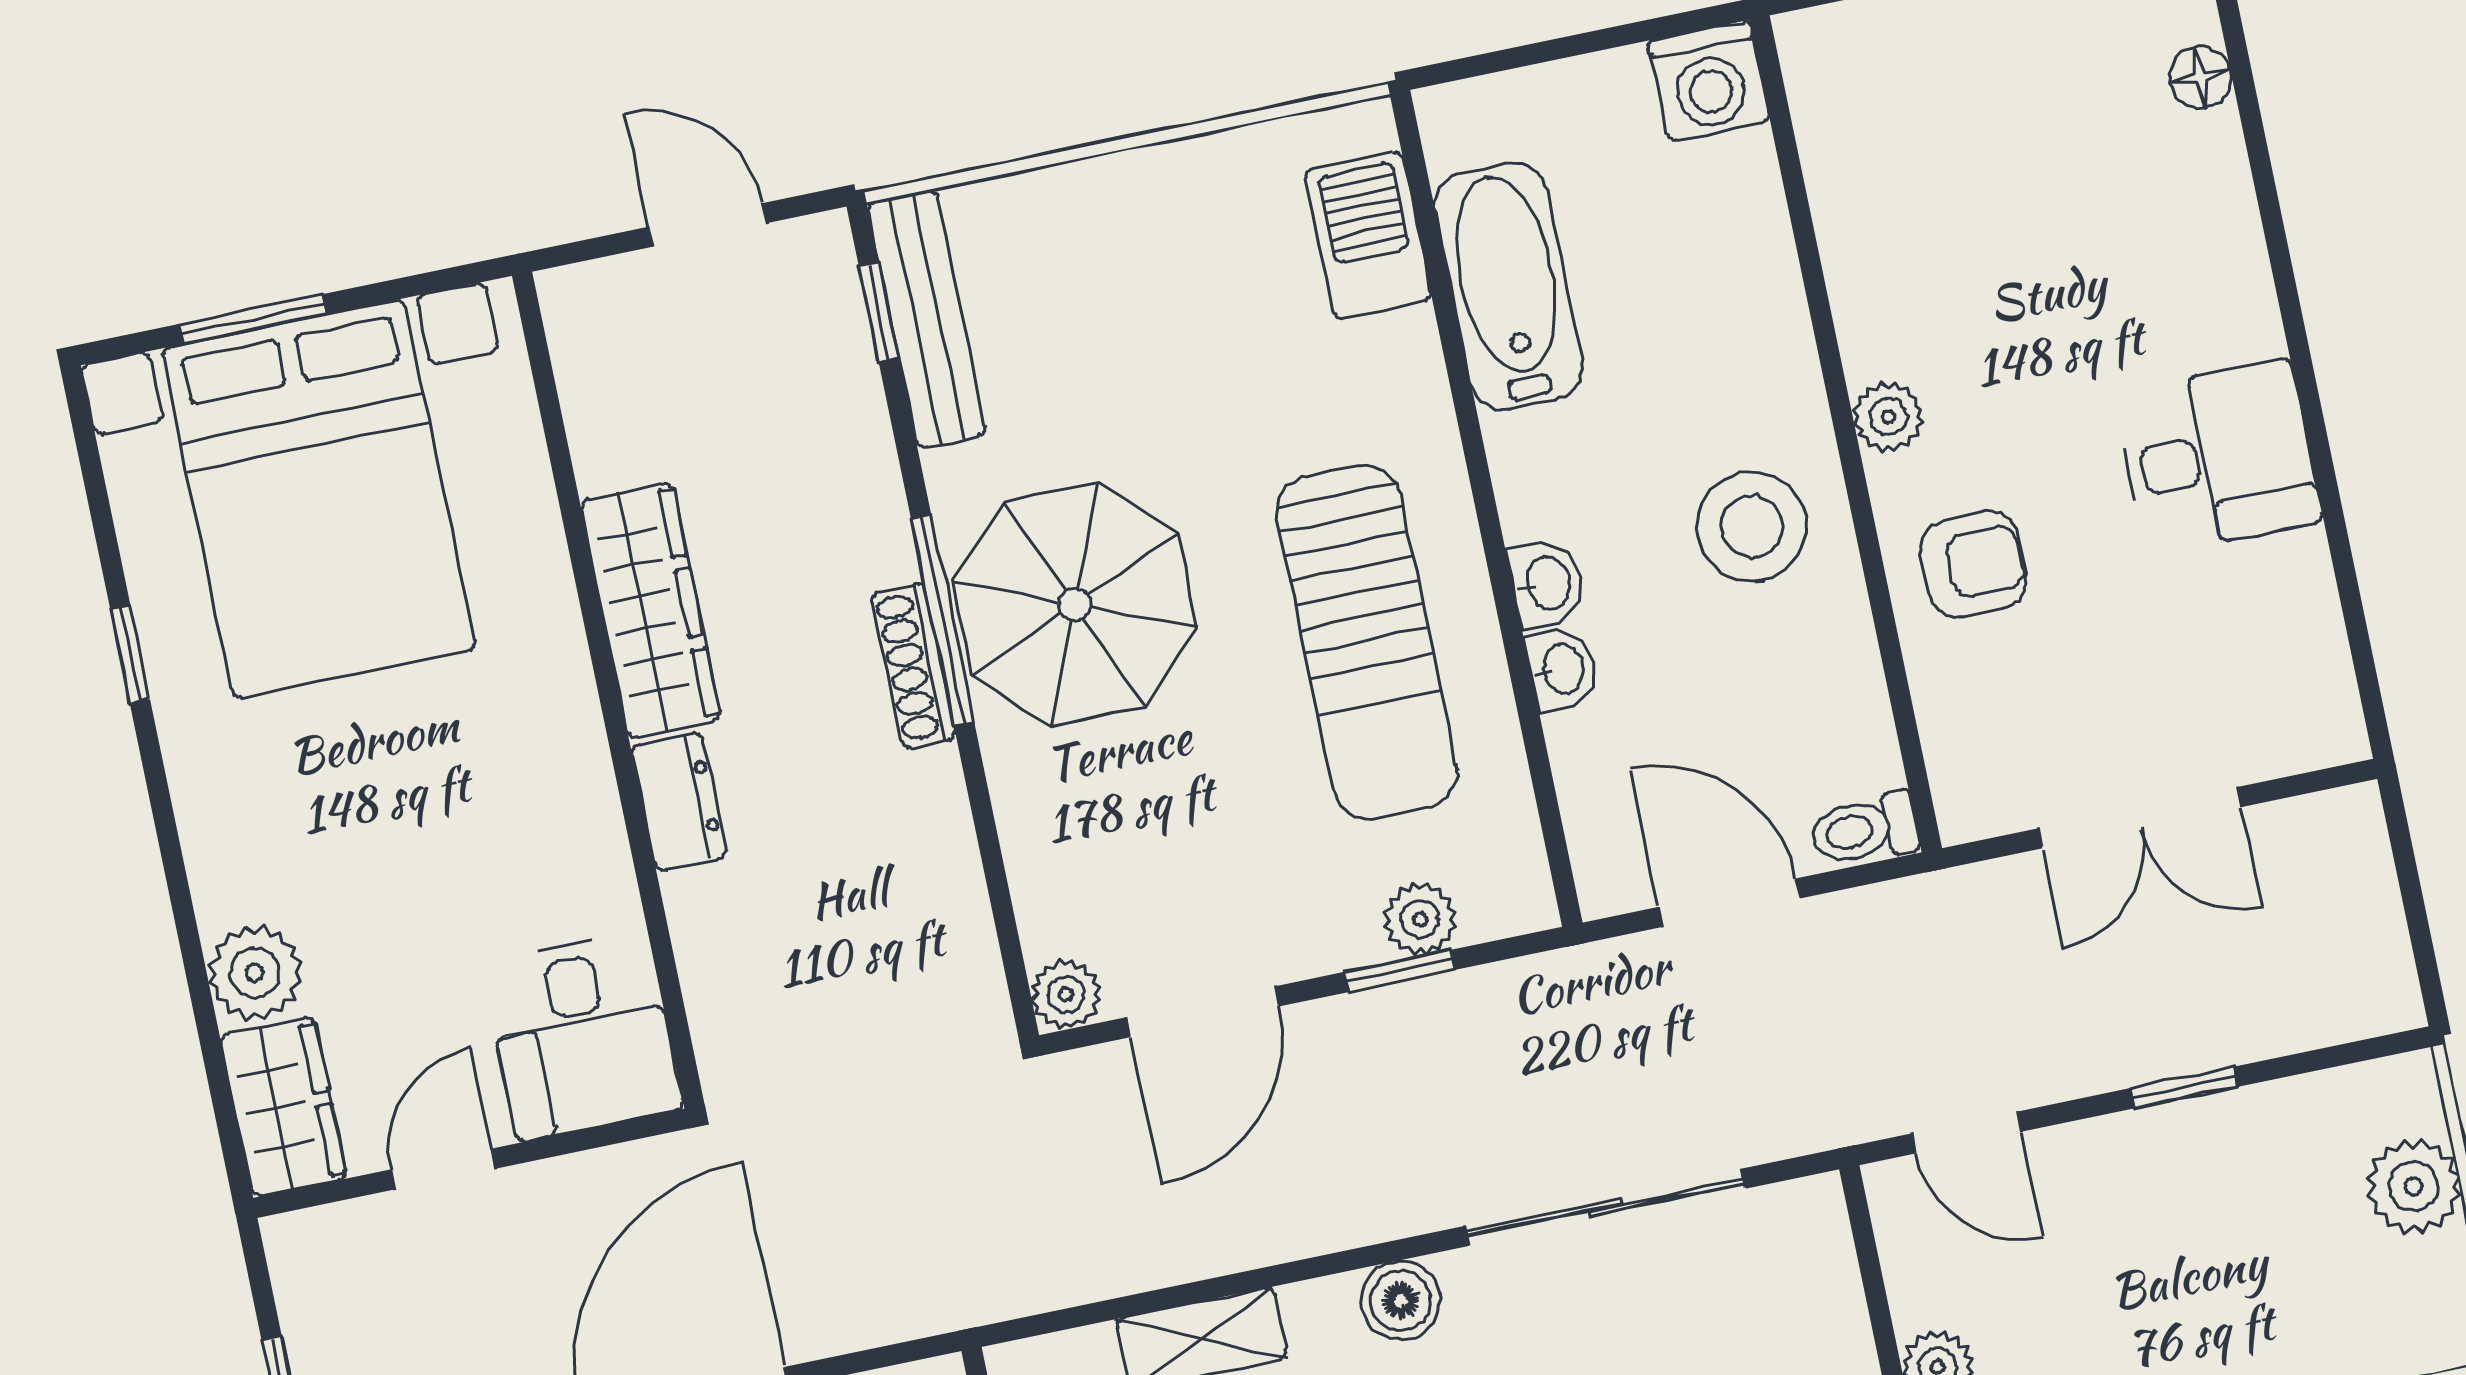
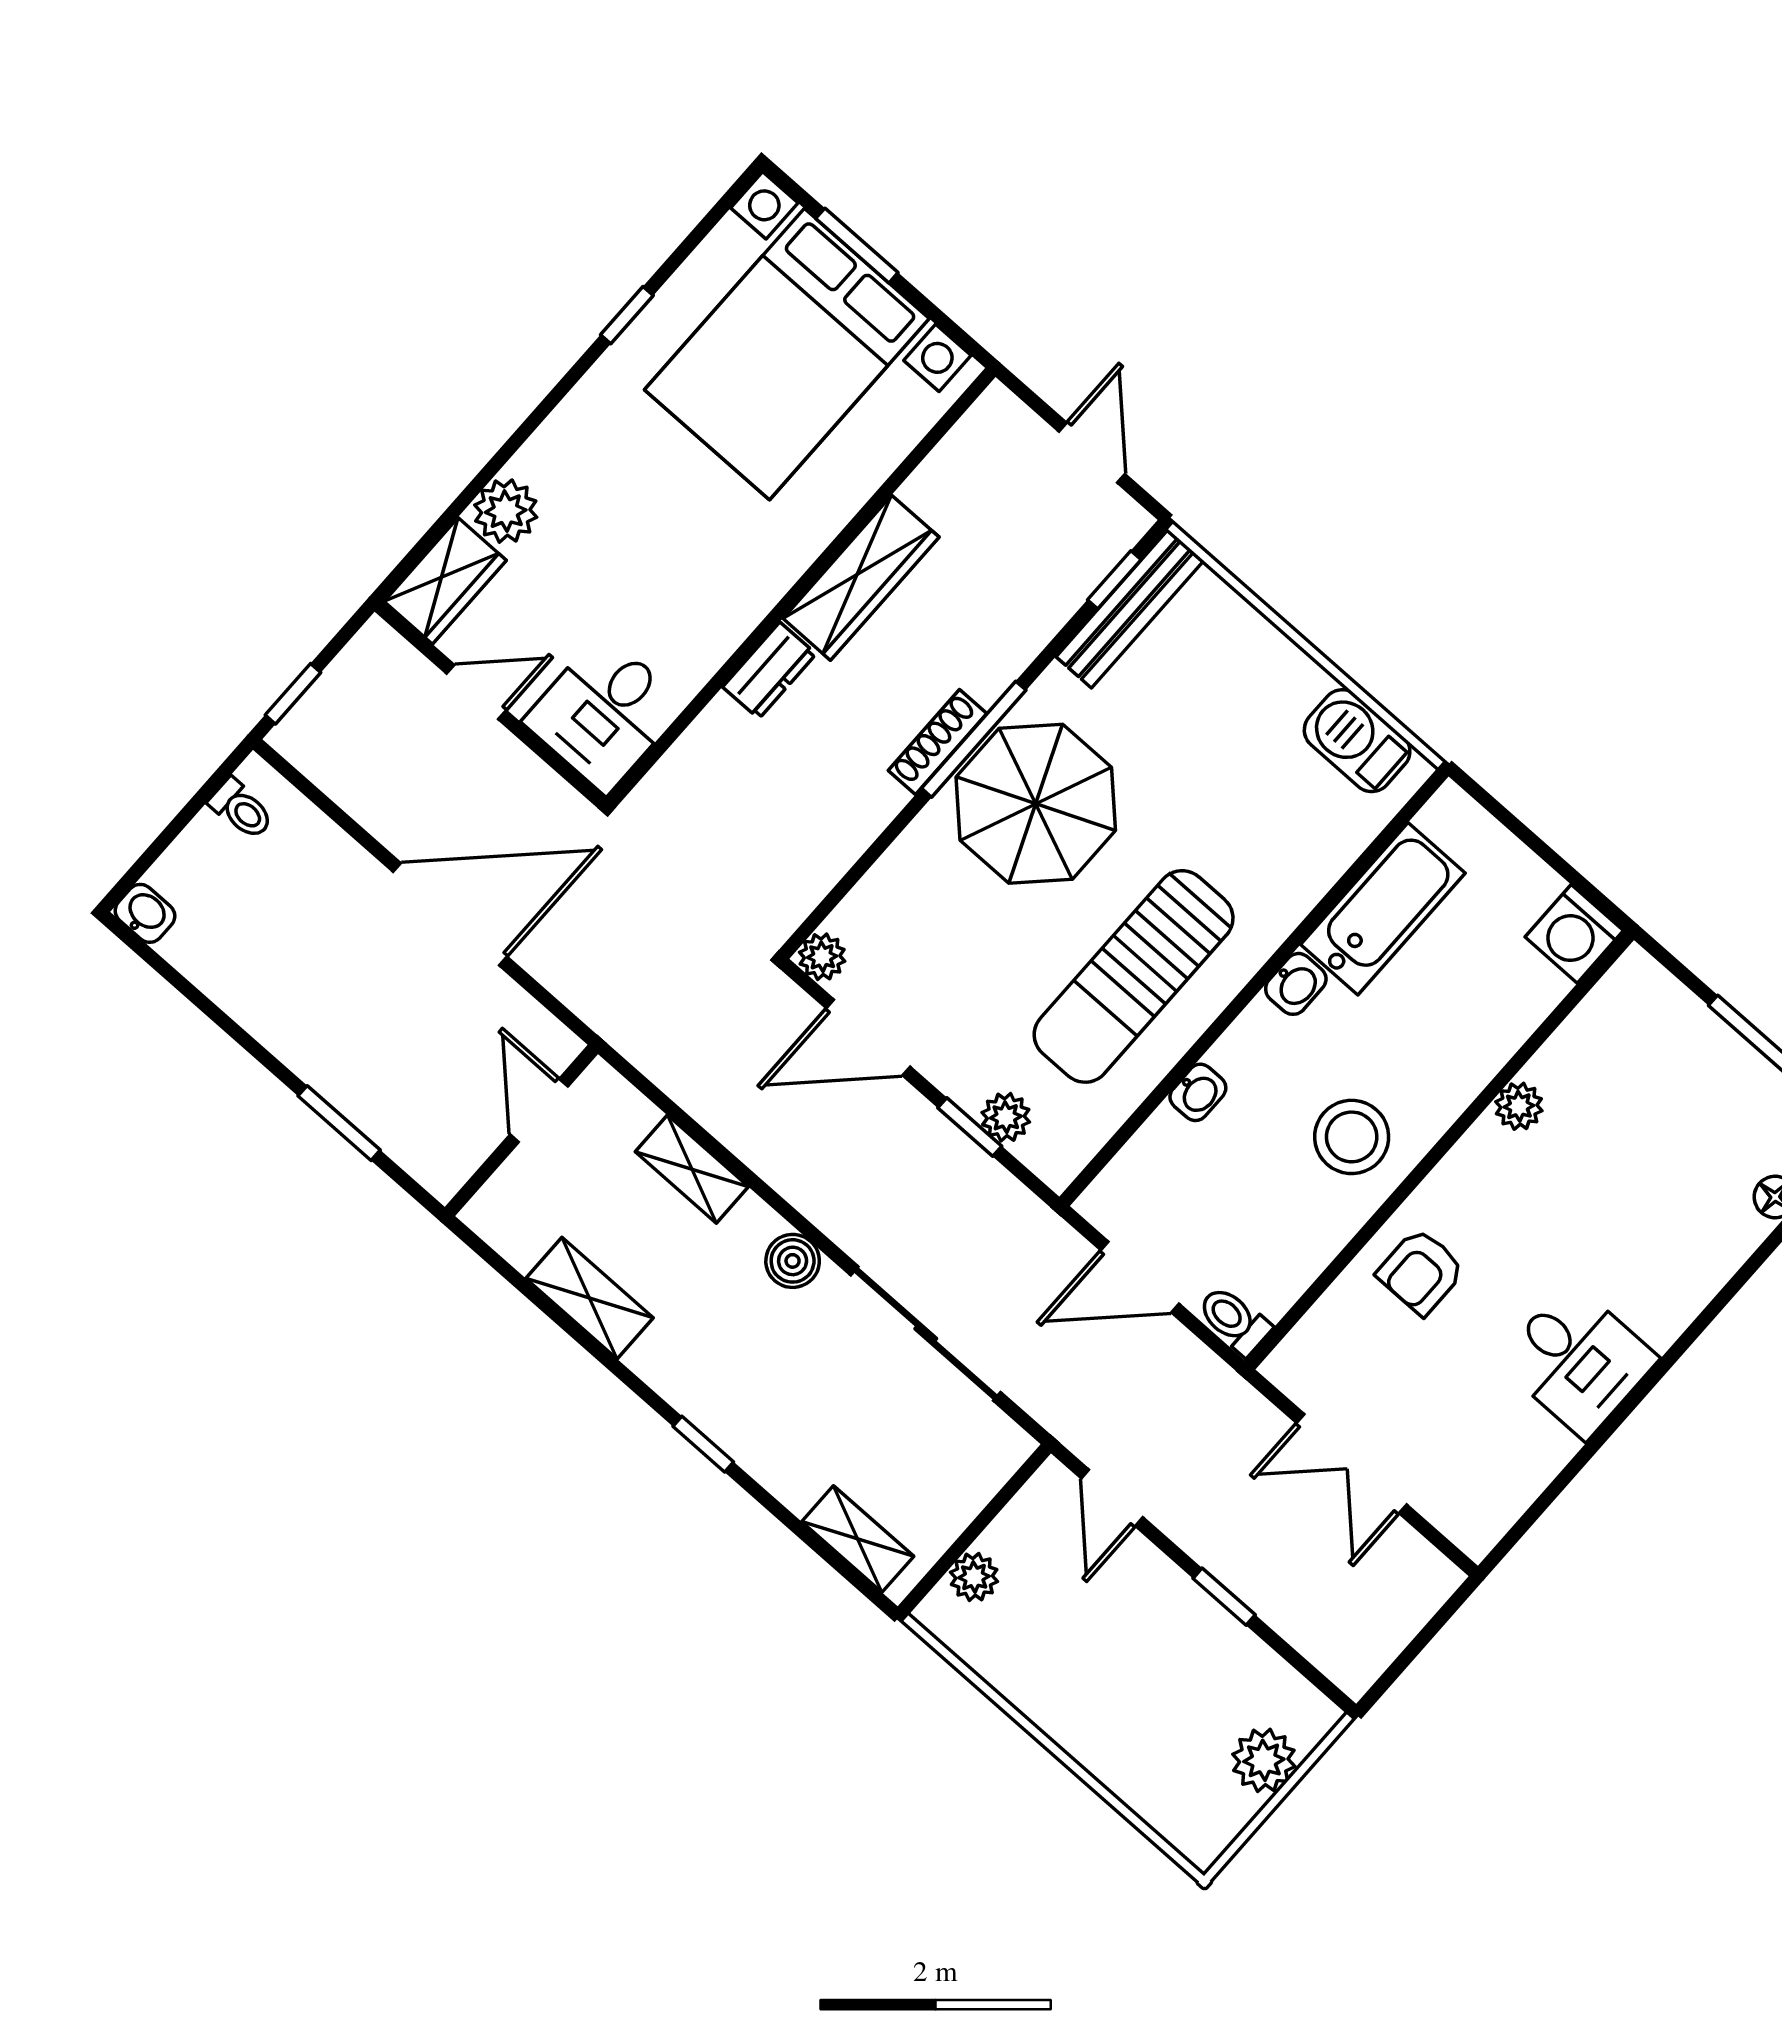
barbecue: (1368, 235) -> (1357, 741), moved, turned -90
plant: (1888, 417) -> (1519, 1106), moved
armchair: (1973, 564) -> (1421, 1272), turned 90
washbasin: (1547, 583) -> (1296, 984), moved
door: (1729, 903) -> (1140, 1277), swing flipped

